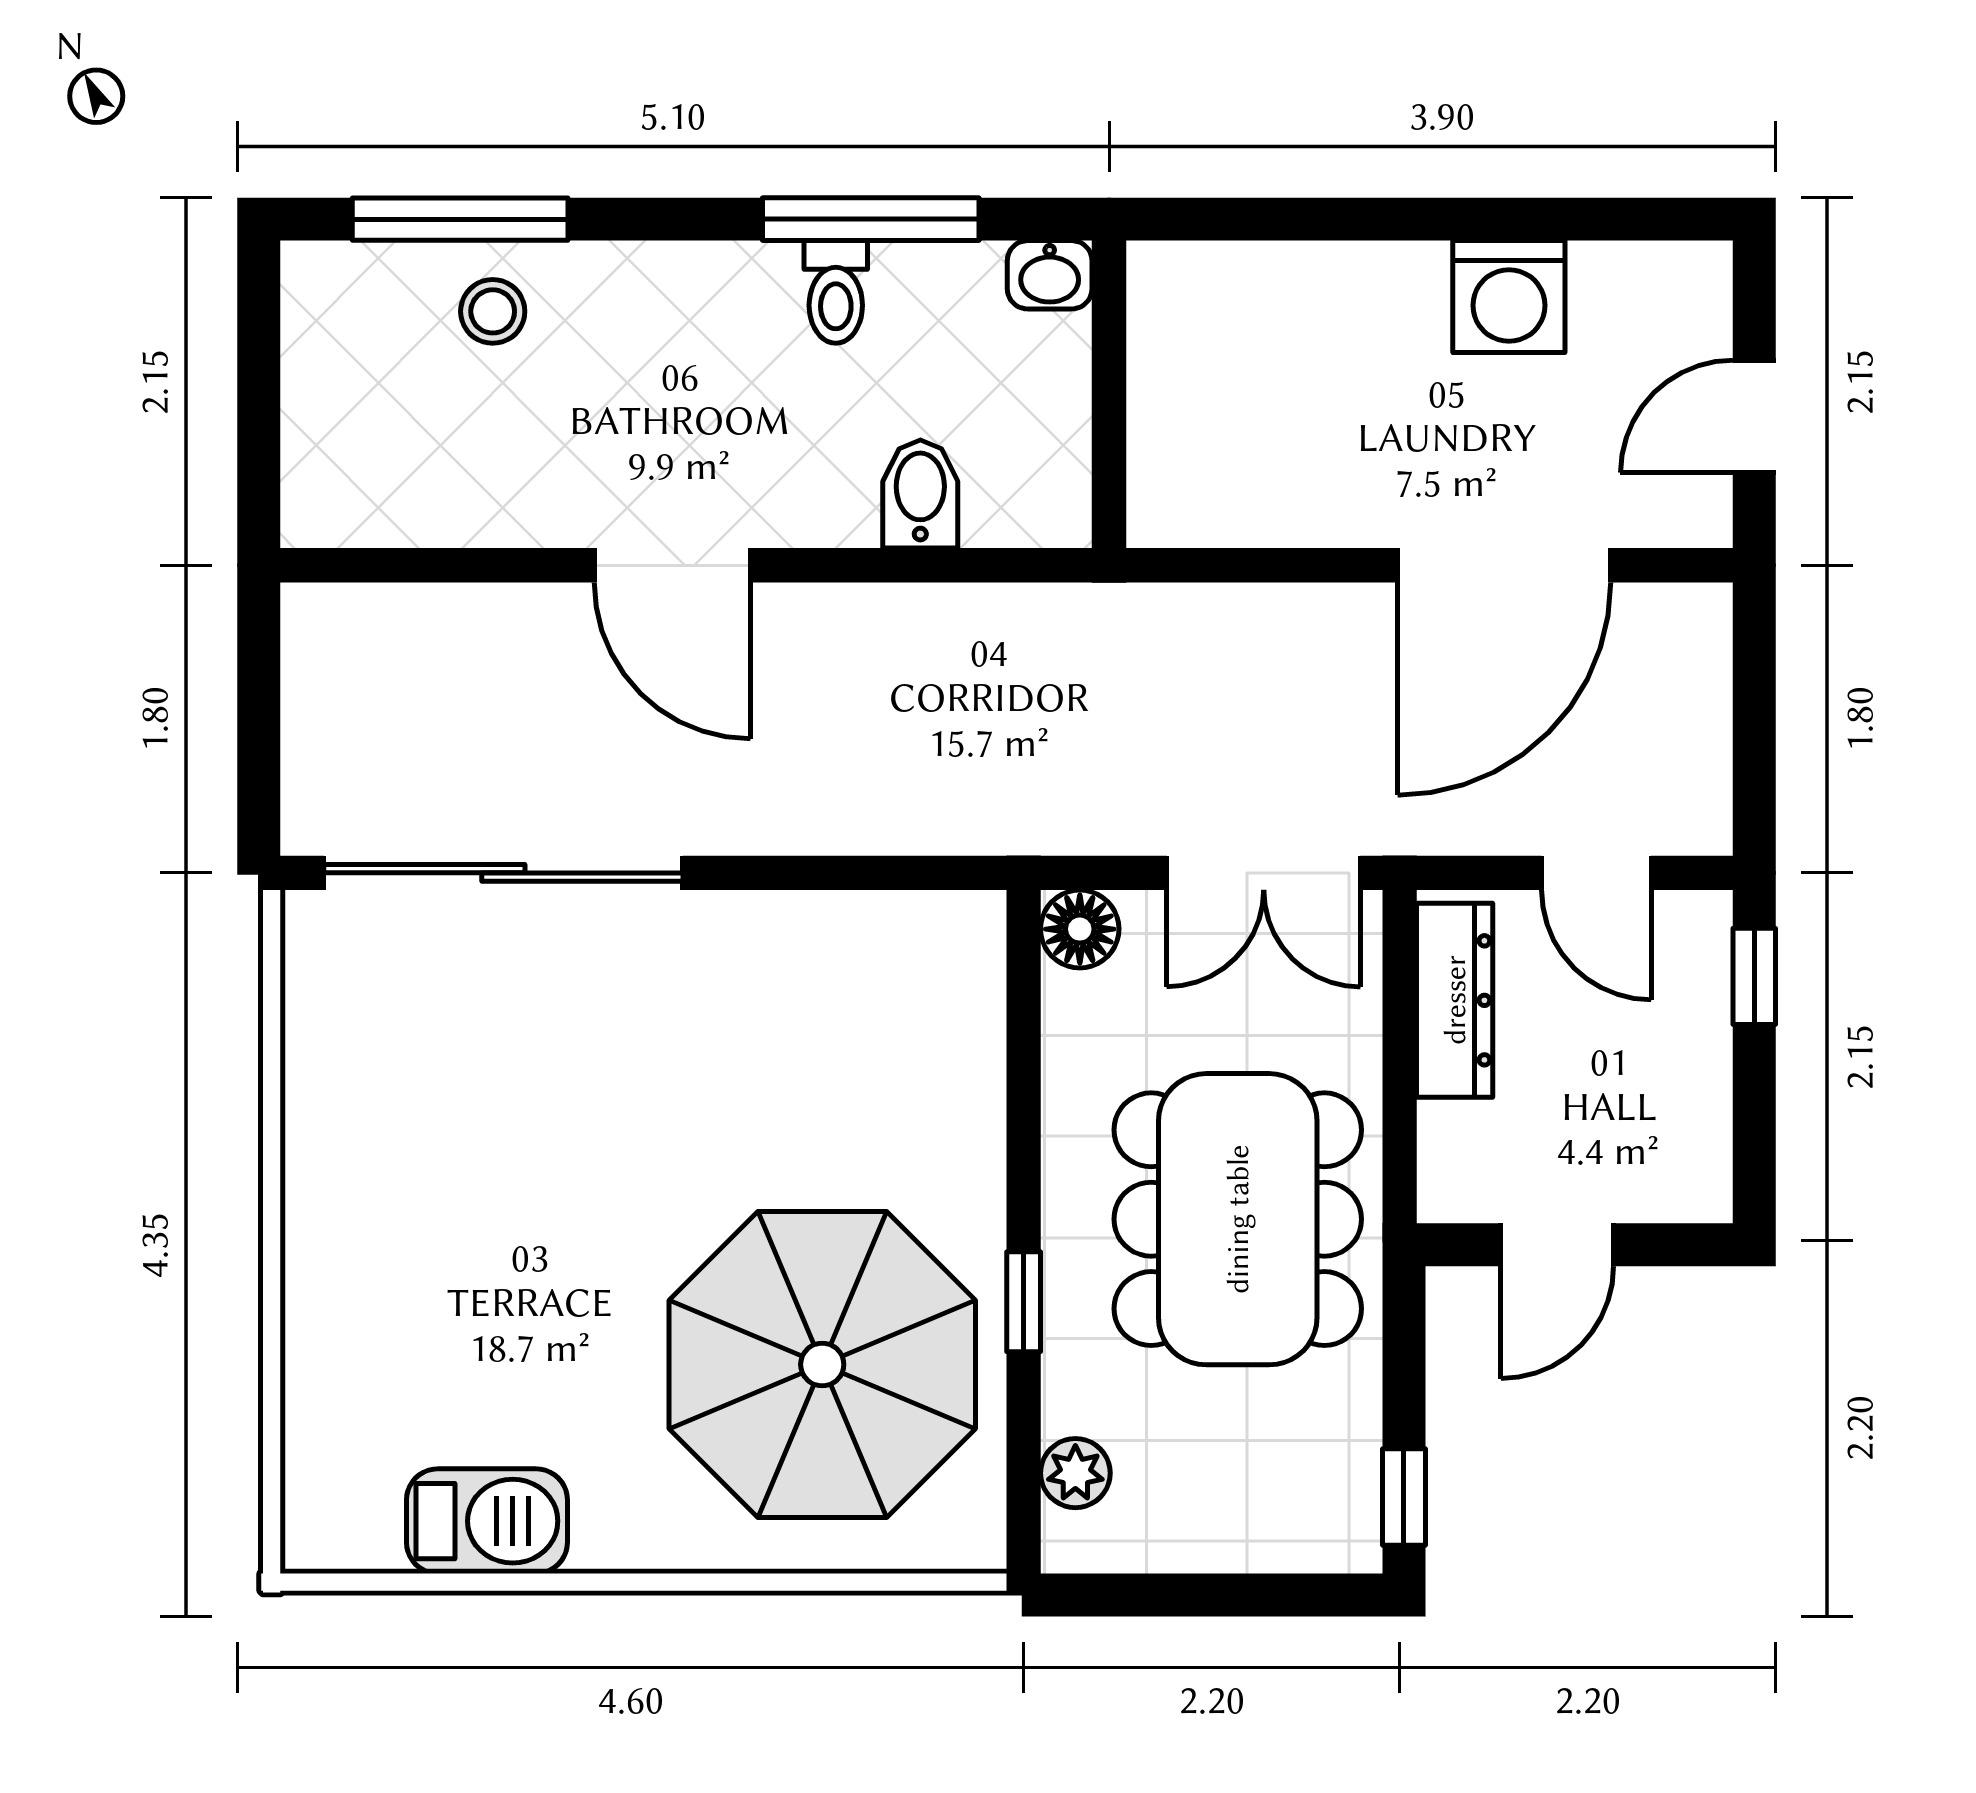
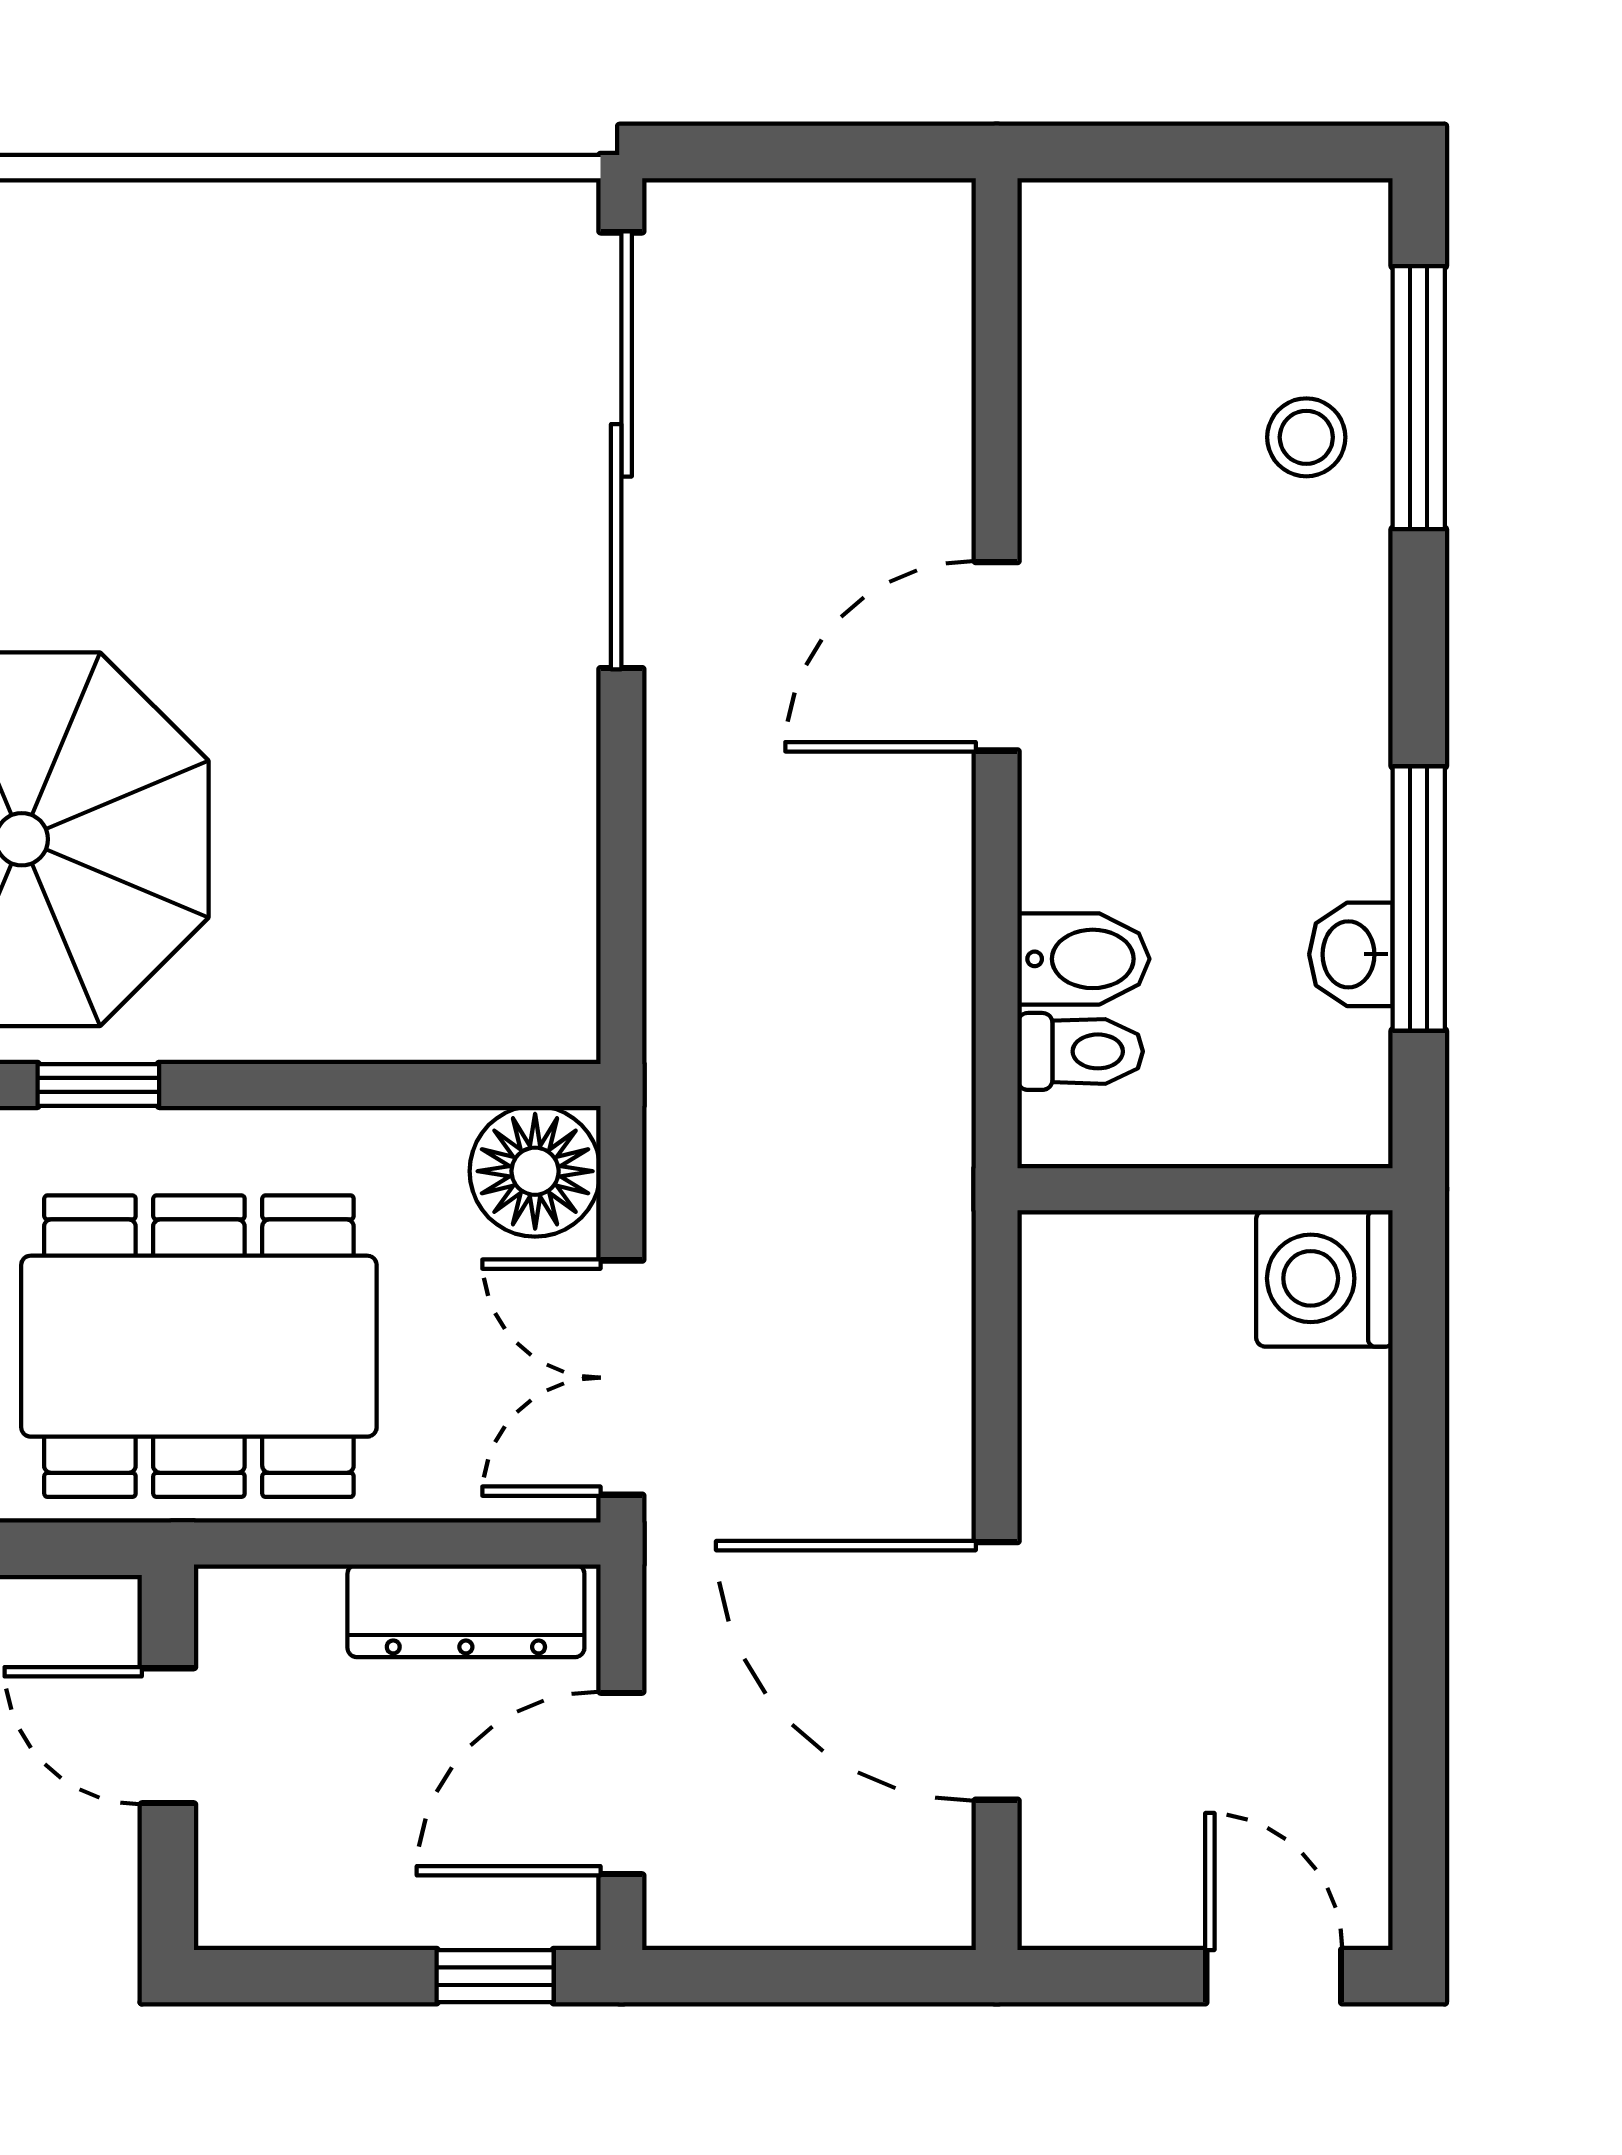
washbasin: (1050, 275) -> (1351, 954), moved
toilet: (836, 292) -> (1080, 1051), moved, turned 180
washing machine: (1509, 297) -> (1324, 1278), moved
door: (1754, 417) -> (1274, 1976), moved
door: (1596, 873) -> (621, 1783), width x1.38
floor lamp: (1080, 929) -> (535, 1171), width x1.38, depth x1.38

